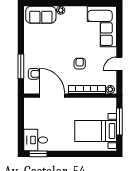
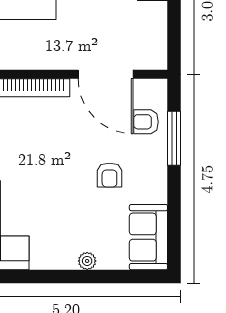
sofa: (41, 15) -> (148, 237), moved, turned -90
armchair: (80, 64) -> (109, 175), moved

